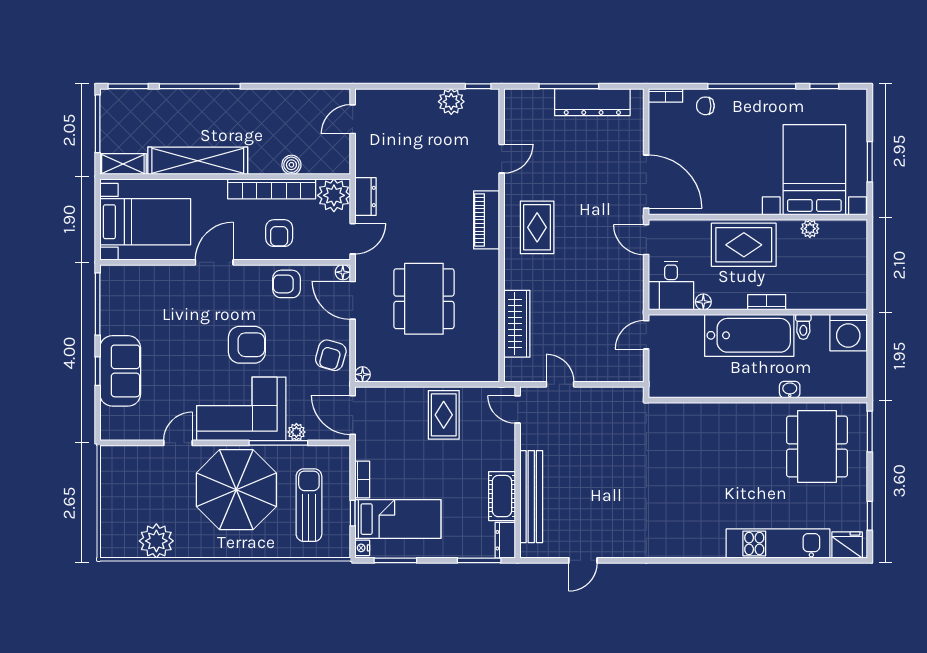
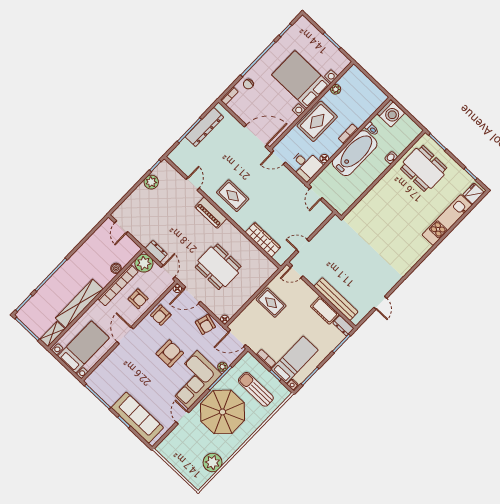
bed with nightstands: (814, 170) -> (301, 80), moved
sofa: (120, 371) -> (137, 418), width x1.36

